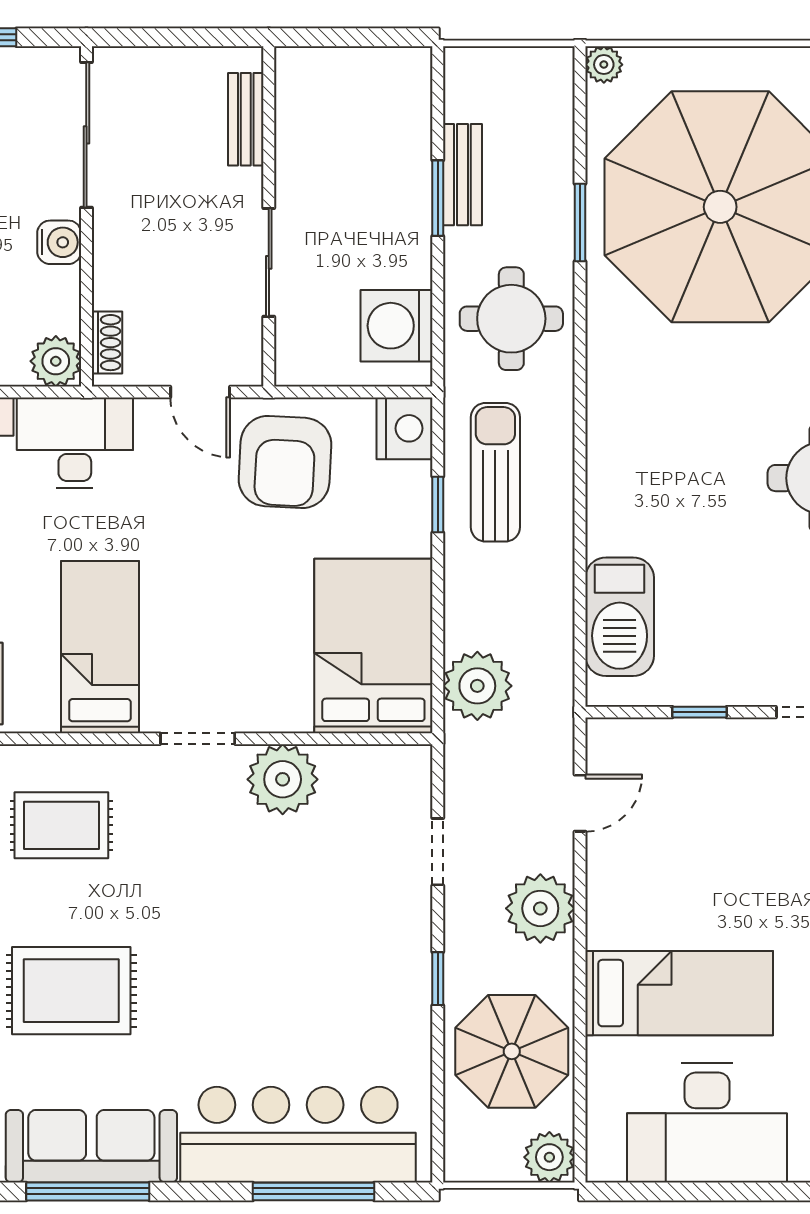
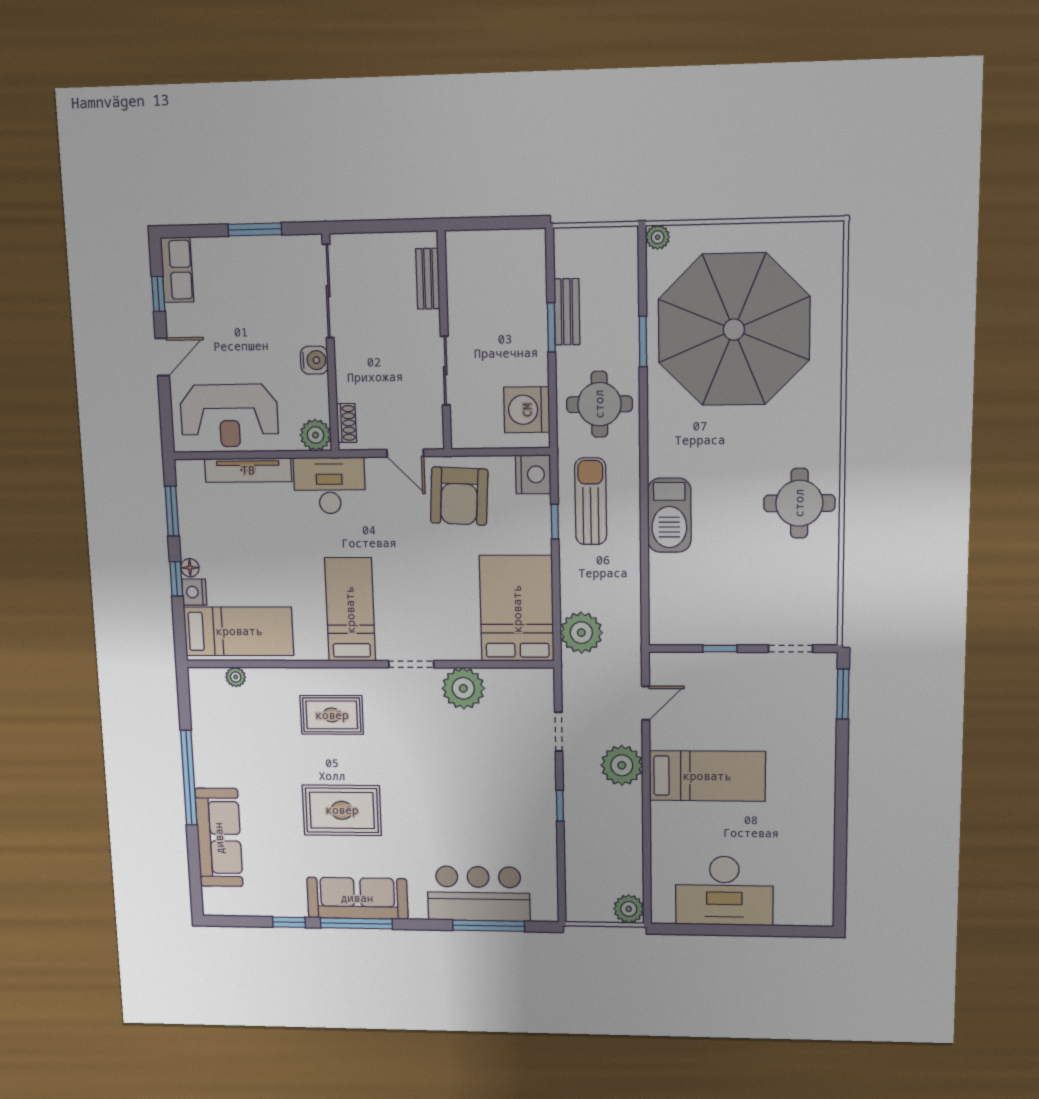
barbecue: (620, 617) -> (669, 515), moved
bed: (679, 993) -> (707, 776), moved
parasol: (512, 1051) -> (605, 848), removed
bar counter: (298, 1135) -> (479, 894), width x0.73

